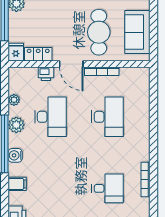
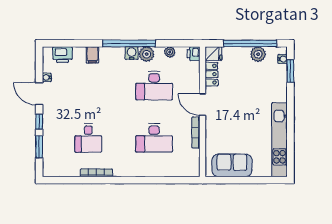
cafe table: (99, 32) -> (232, 130), removed
door: (71, 64) -> (203, 105), hinge flipped
printer: (46, 74) -> (194, 54), moved
water cooler: (15, 155) -> (132, 53), moved

